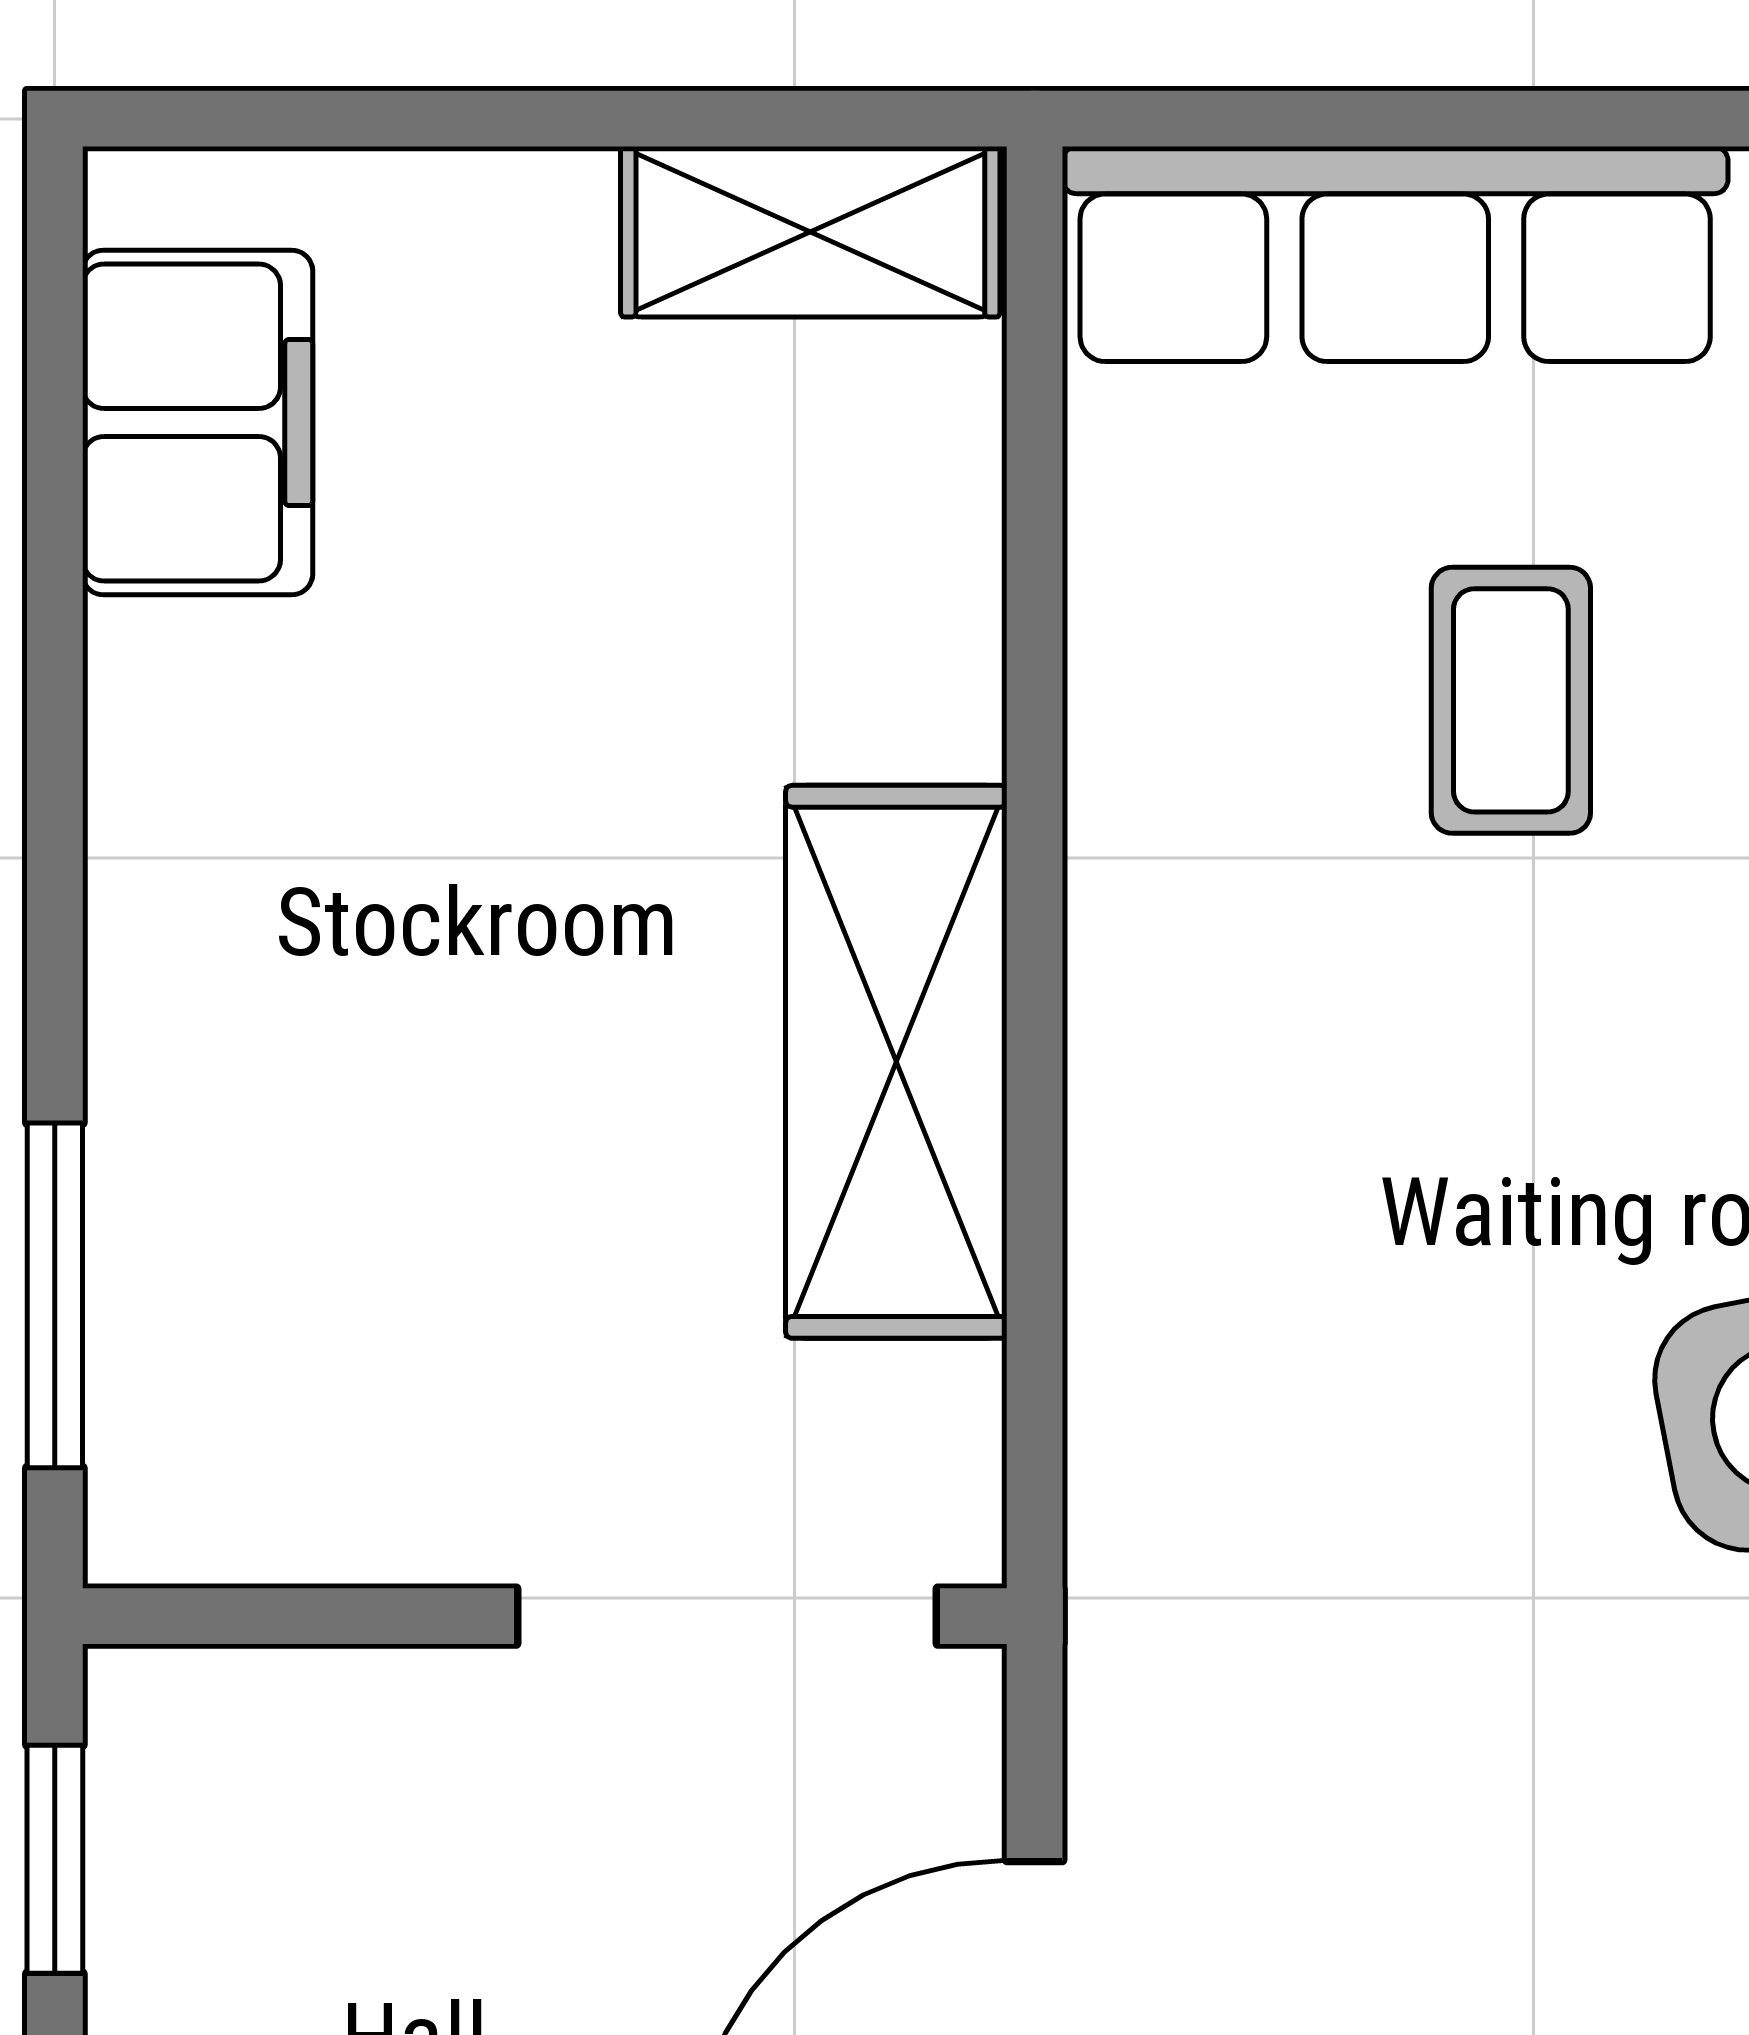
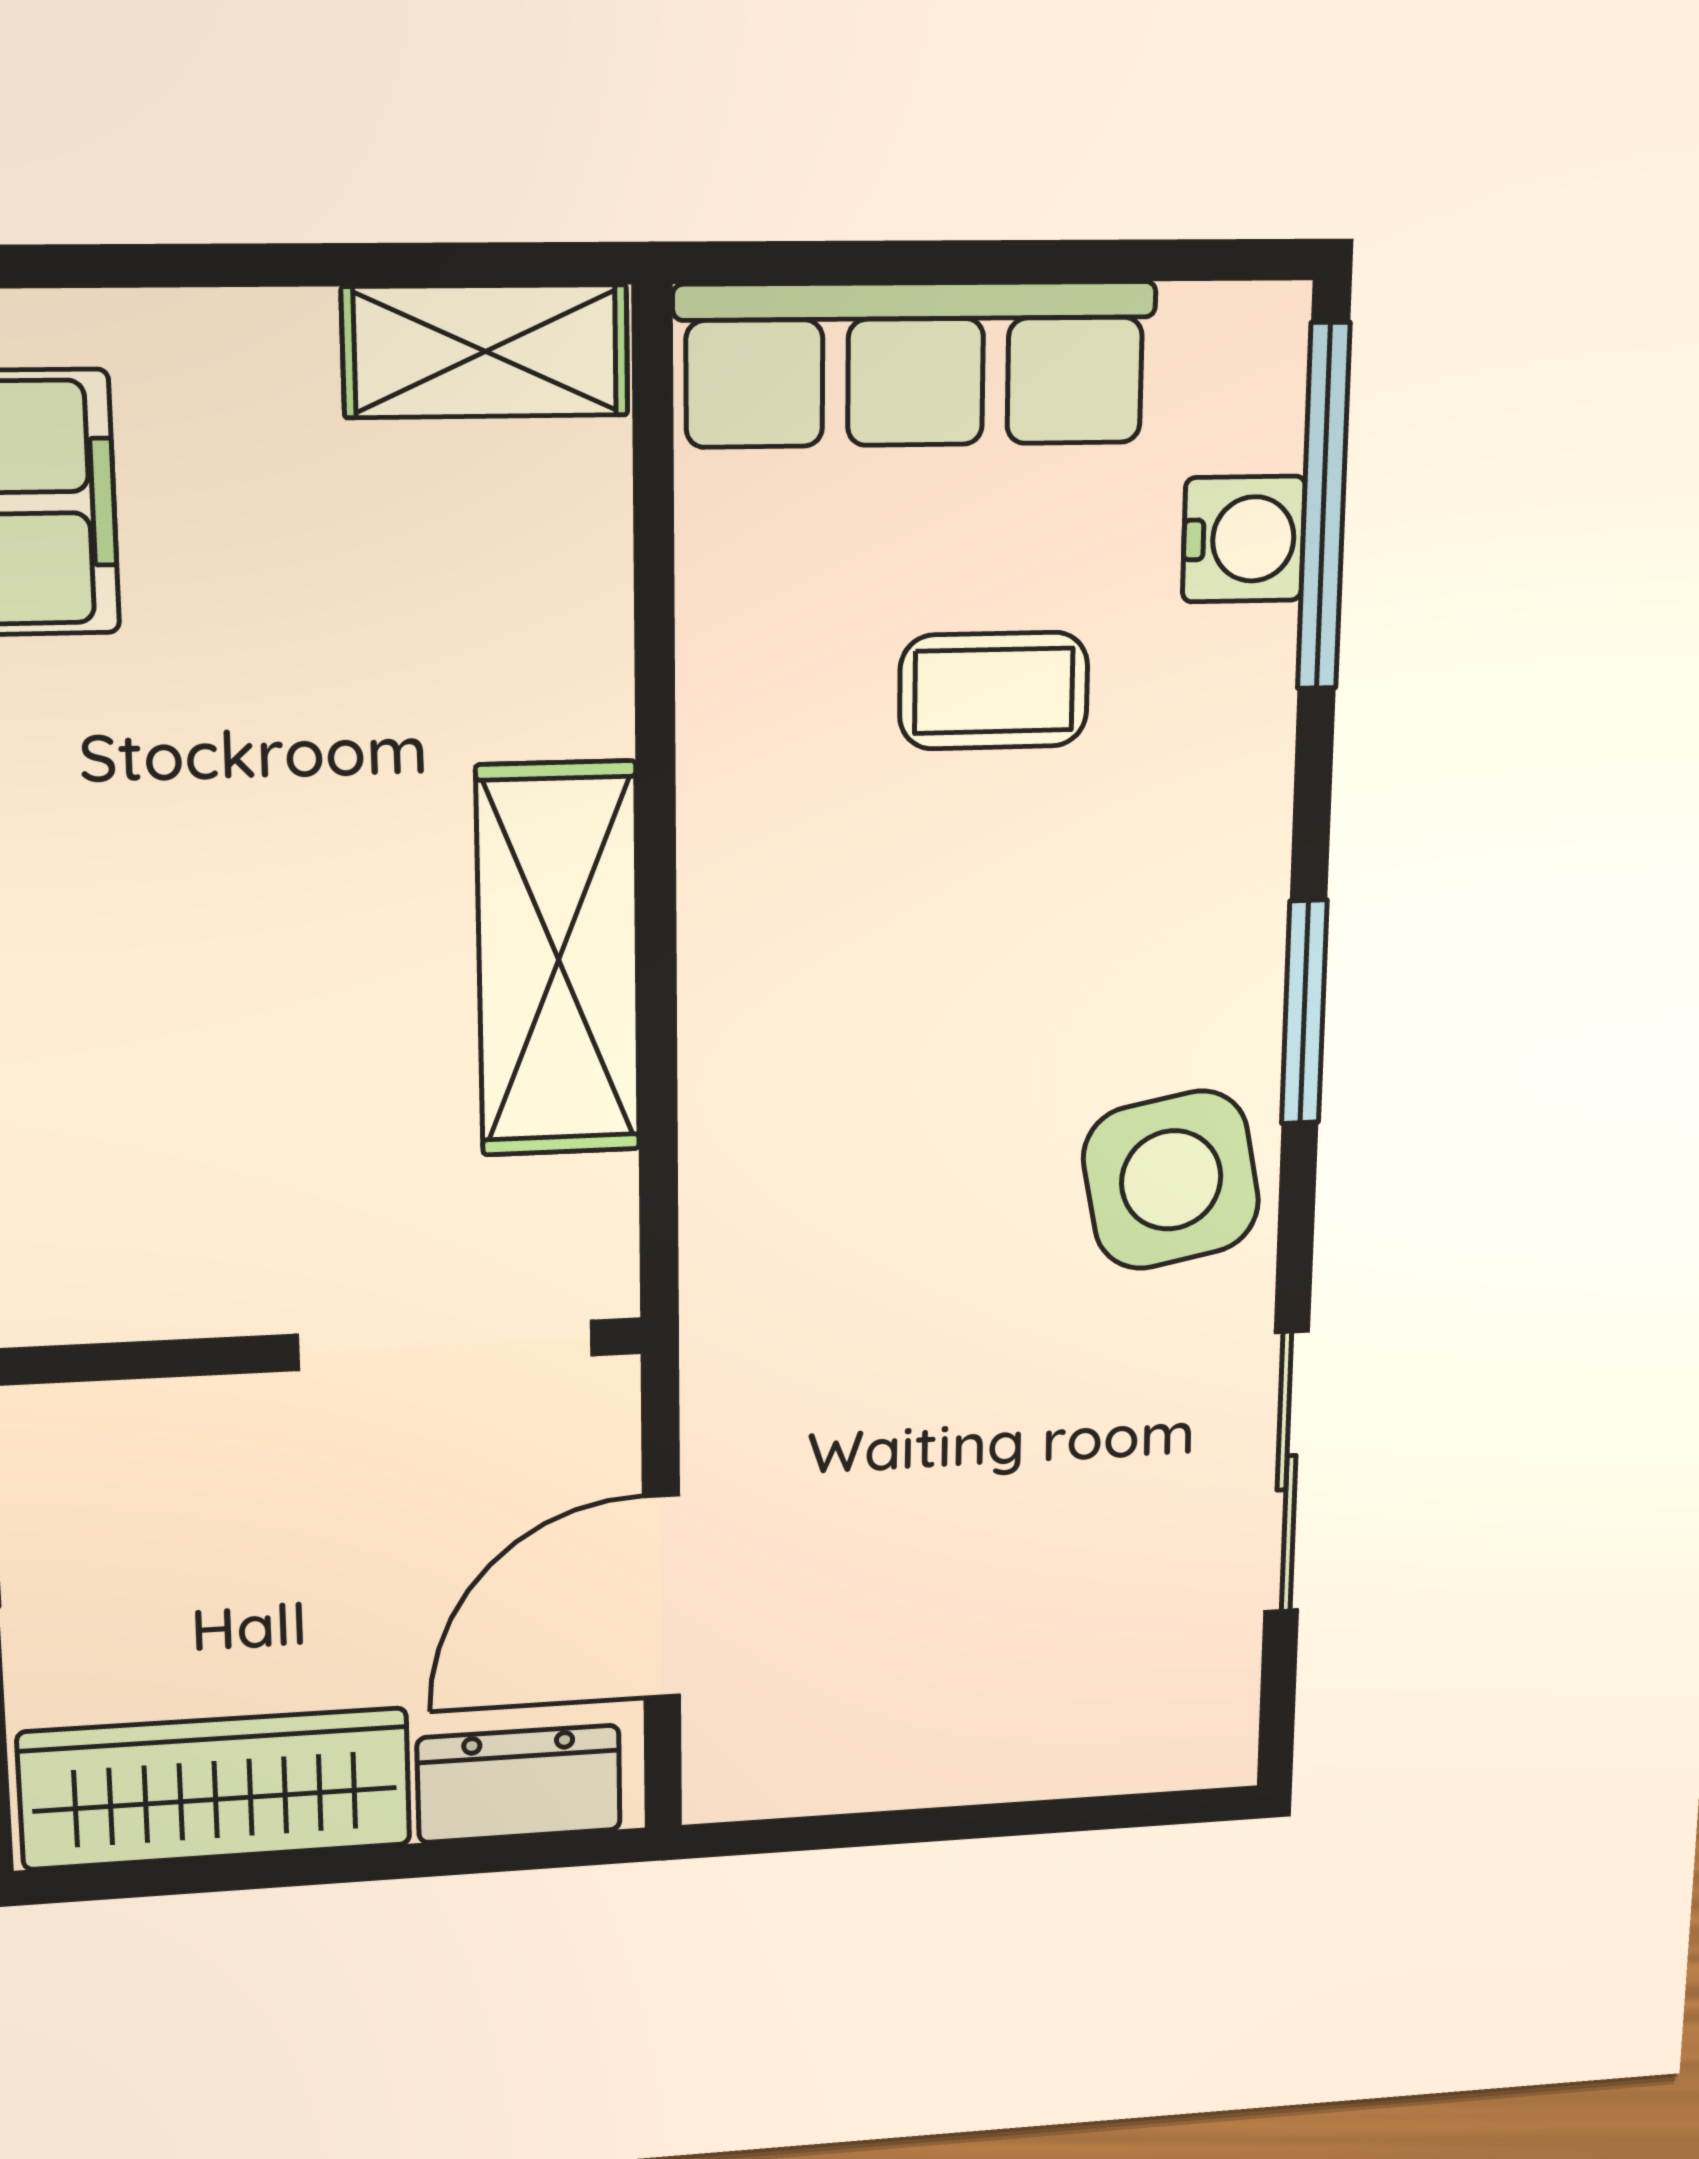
coffee table: (1511, 700) -> (994, 691), turned 90

